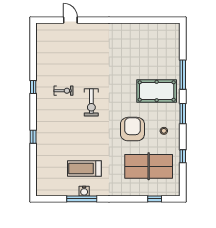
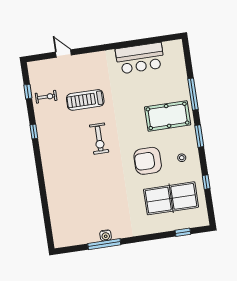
bar counter: (139, 35) -> (140, 58), added
exercise bike: (64, 91) -> (46, 97), moved
armchair: (132, 129) -> (148, 161), turned -90
window: (33, 137) -> (28, 92), moved
treadmill: (84, 169) -> (85, 100), moved

